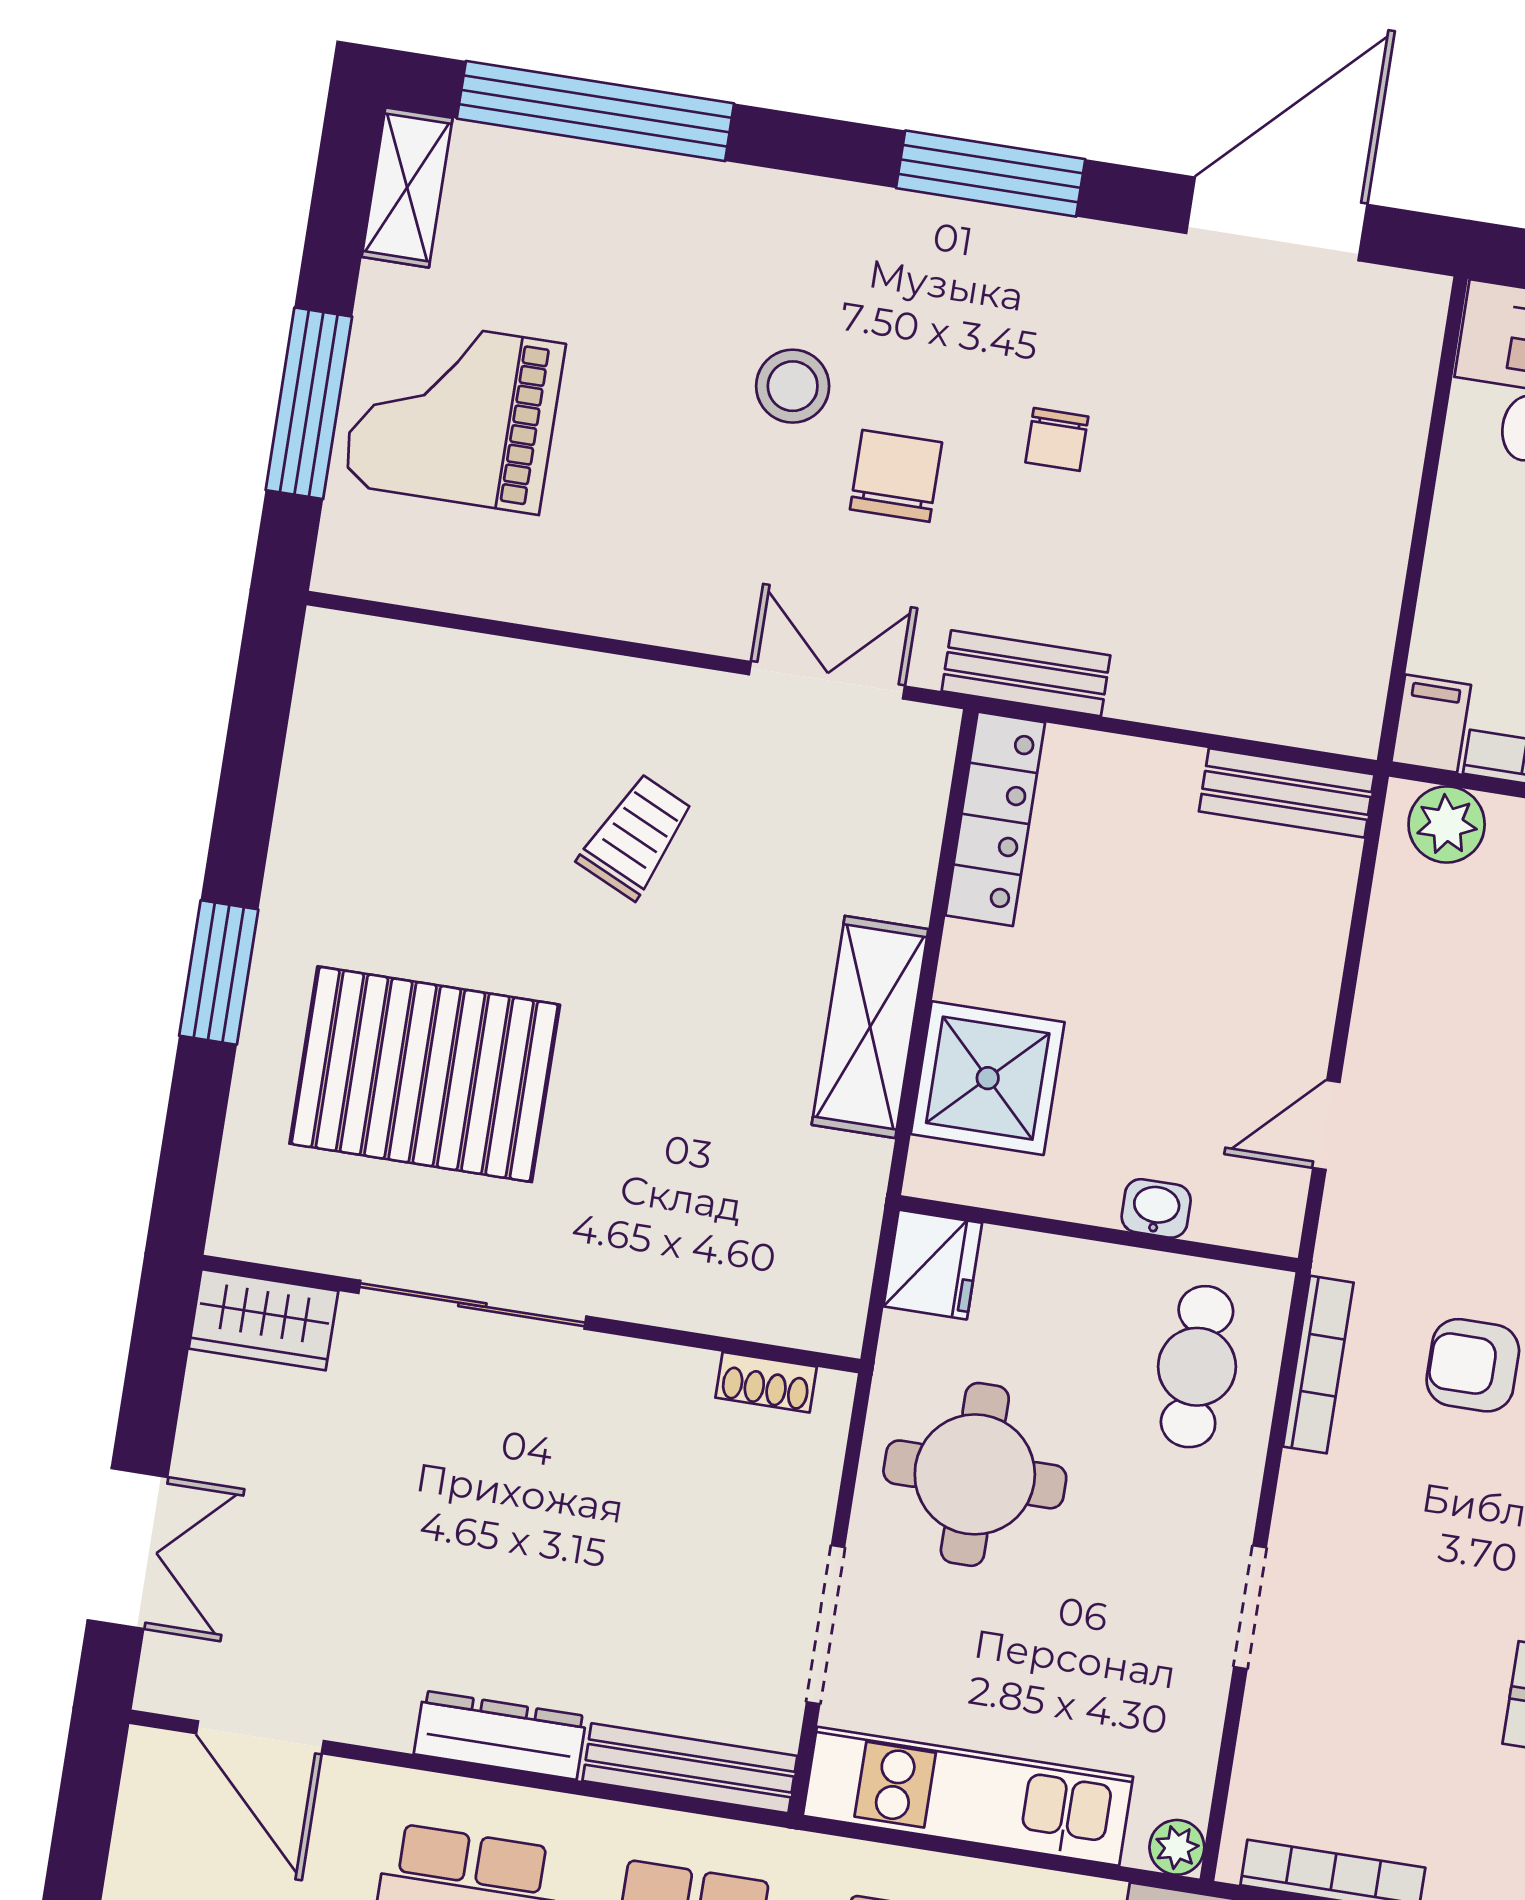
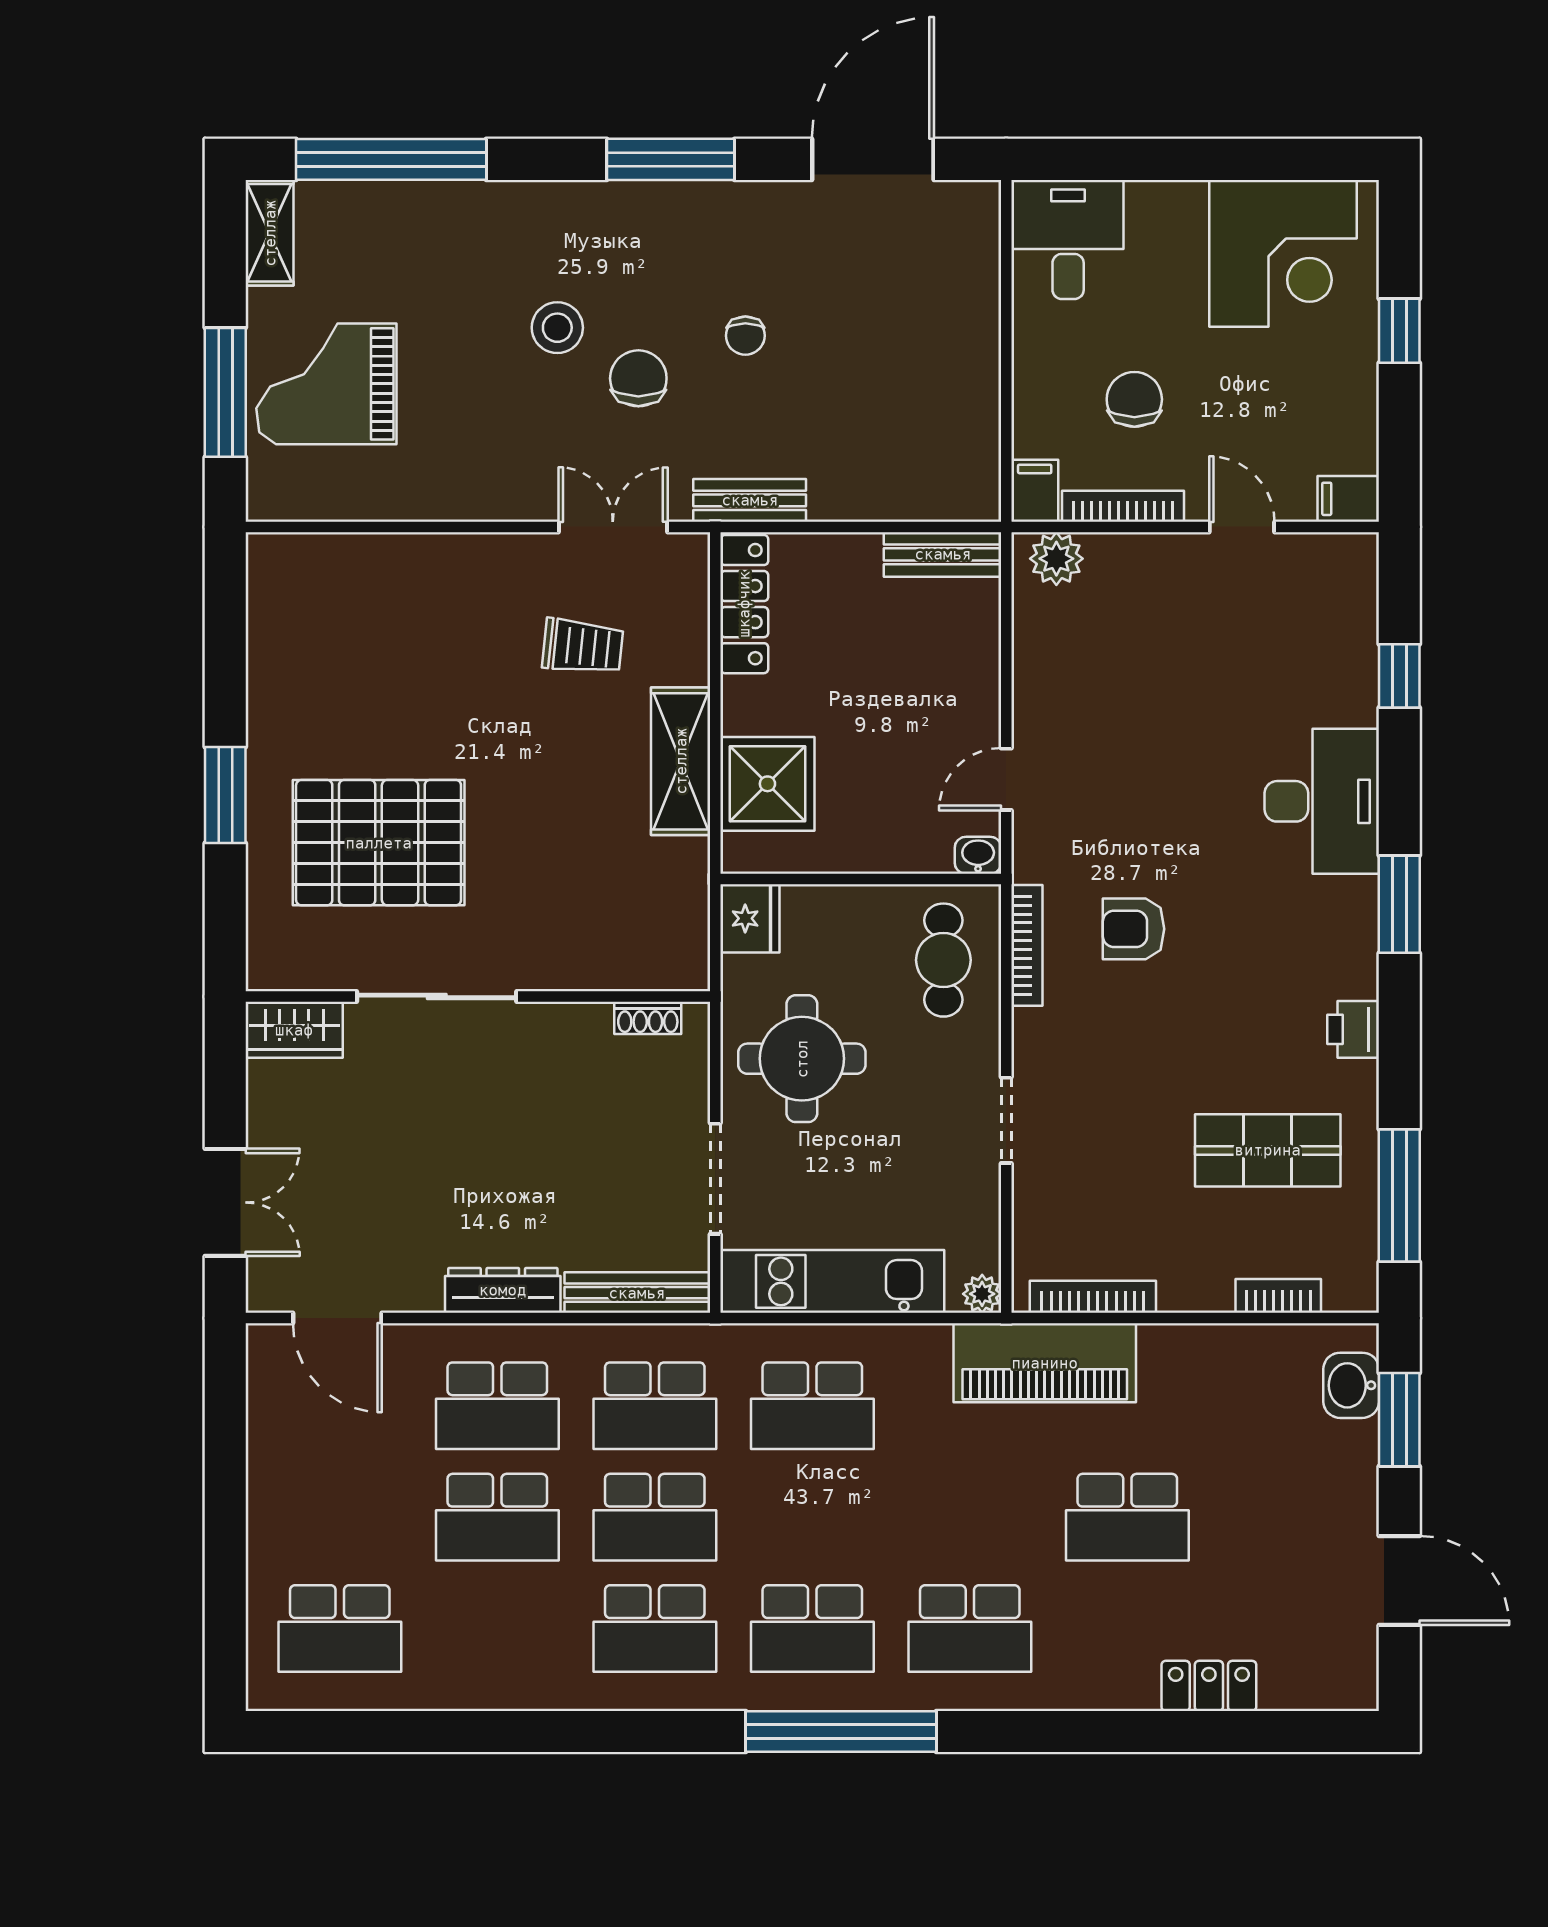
trolley: (636, 836) -> (583, 646), moved, turned 71
washbasin: (1156, 1208) -> (978, 855), moved

